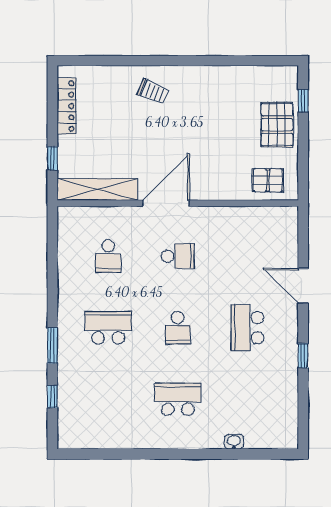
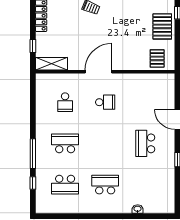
pallet: (268, 180) -> (157, 58), turned 90
shelving: (97, 189) -> (52, 64), width x0.68
school desk: (178, 328) -> (65, 185), moved, width x1.85
window: (52, 345) -> (33, 154), width x1.44

